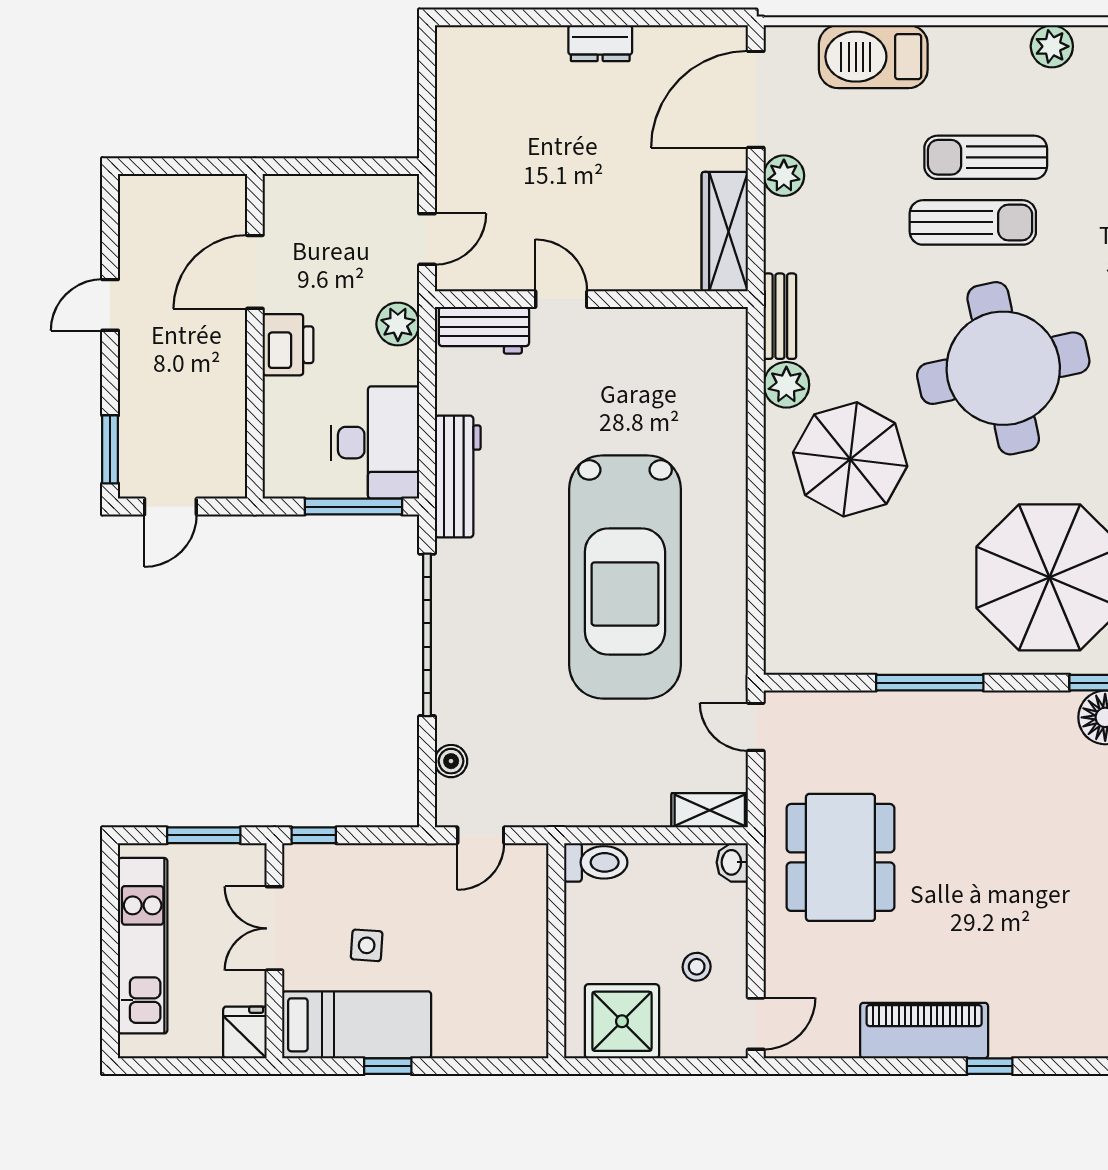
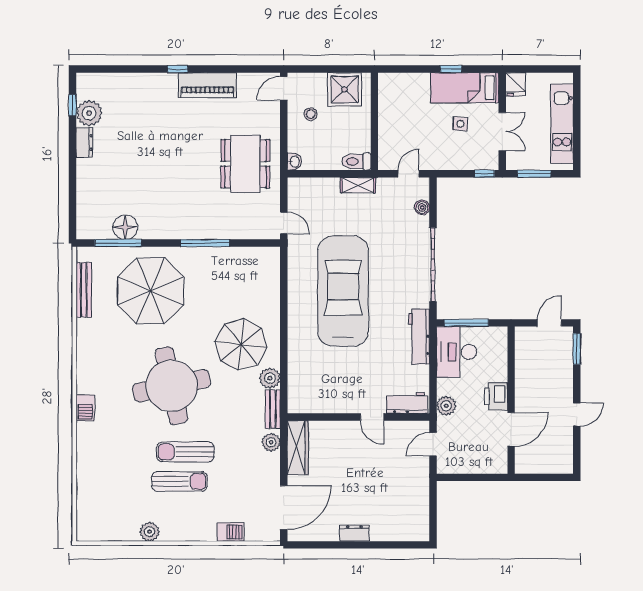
barbecue: (873, 57) -> (230, 532), width x0.53, depth x0.65
plant: (784, 176) -> (271, 442), moved
shelving: (710, 810) -> (358, 185), moved

